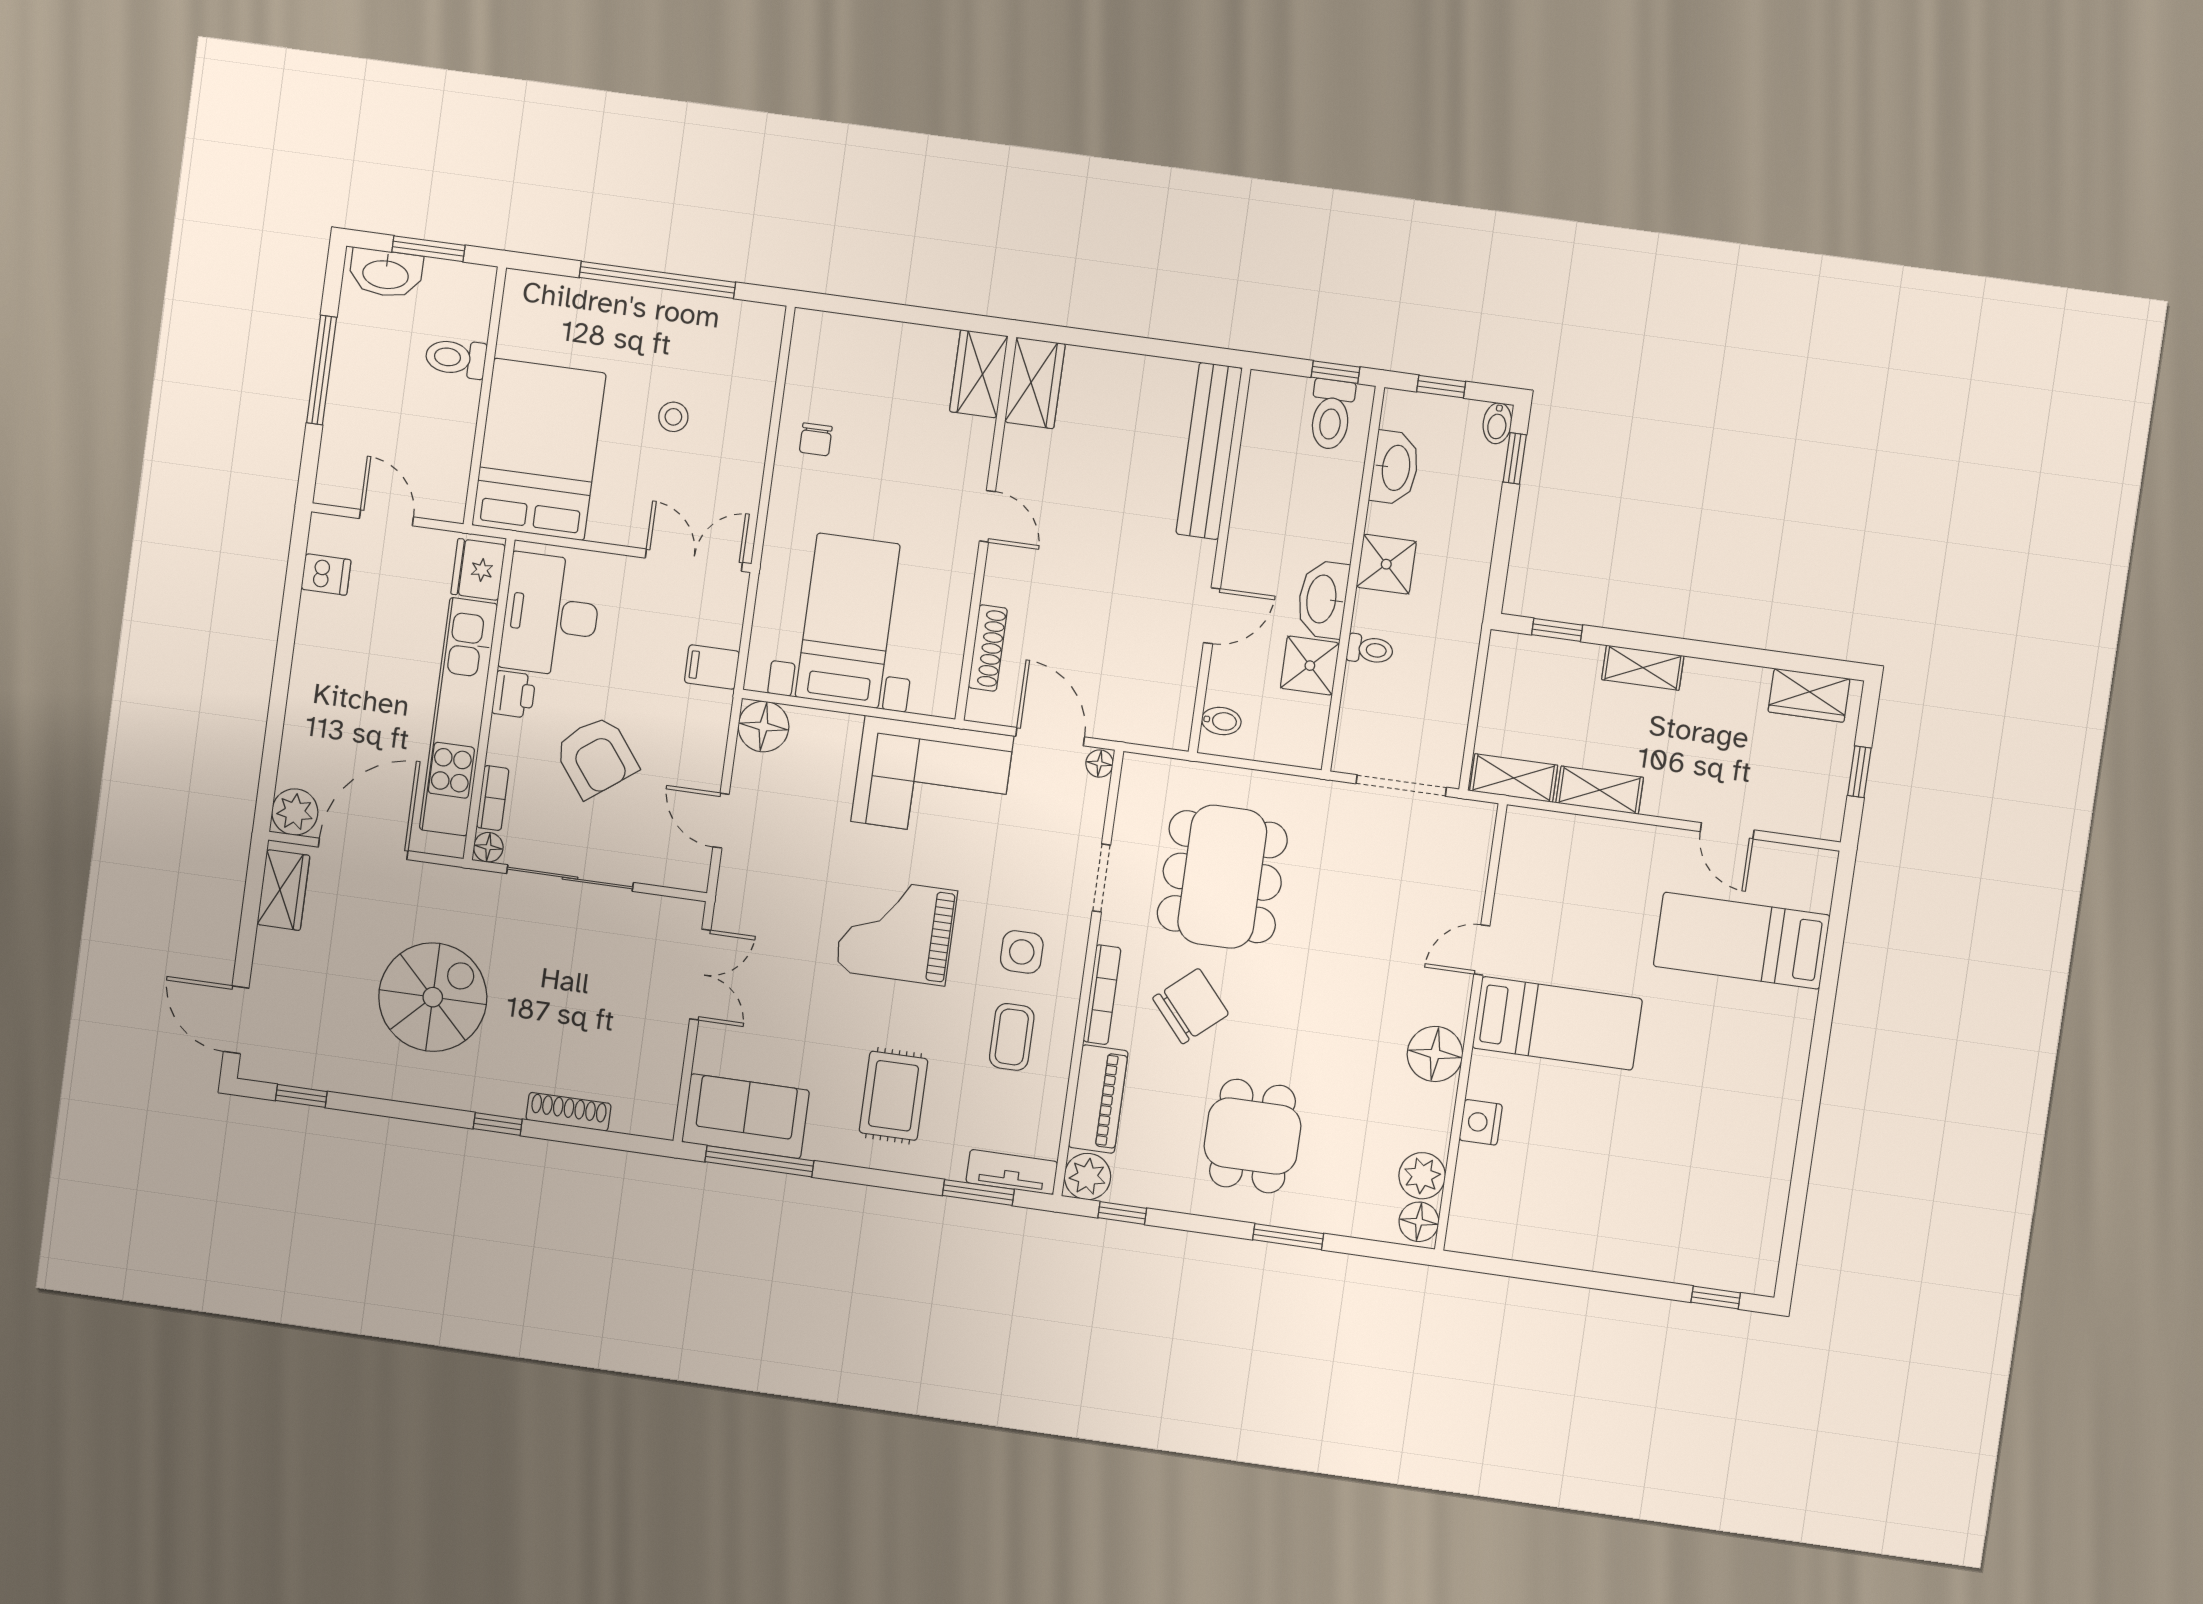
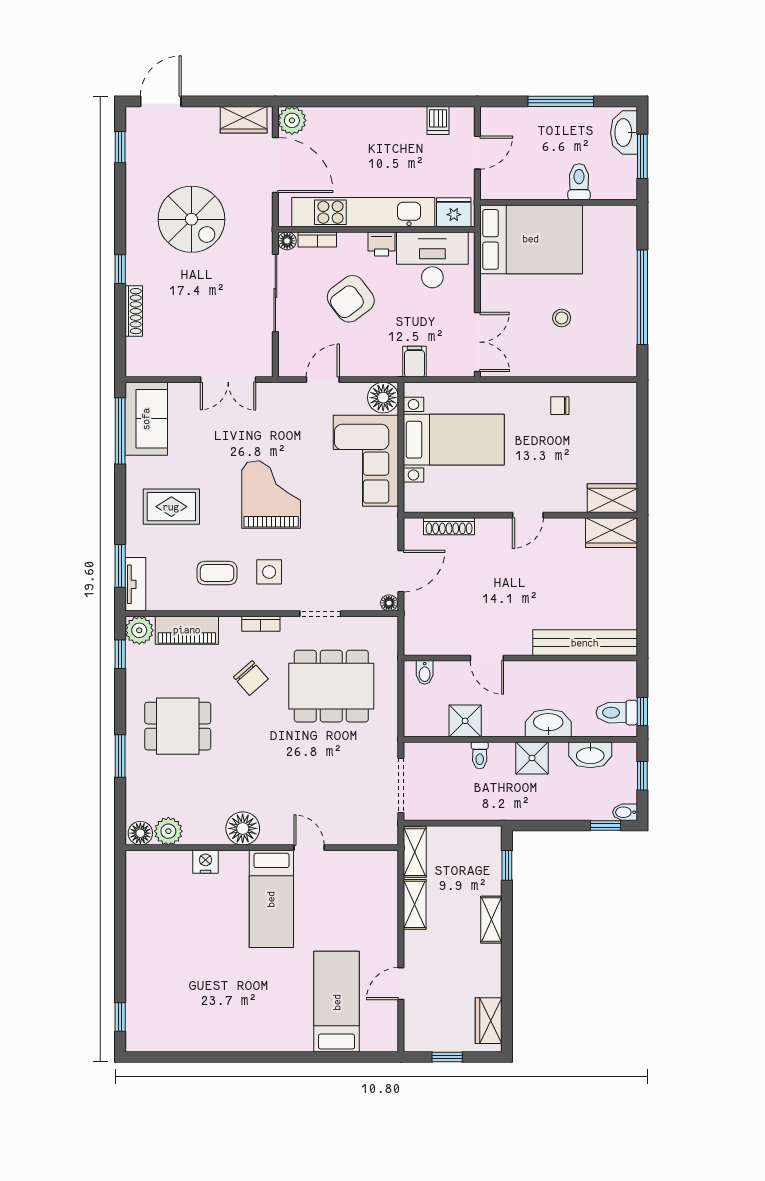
washbasin: (1323, 599) -> (548, 723), moved
corner sofa: (932, 779) -> (366, 461), moved
bookcase: (1102, 995) -> (261, 624), width x0.64
chair: (1191, 1006) -> (251, 678), width x0.73, depth x0.73

